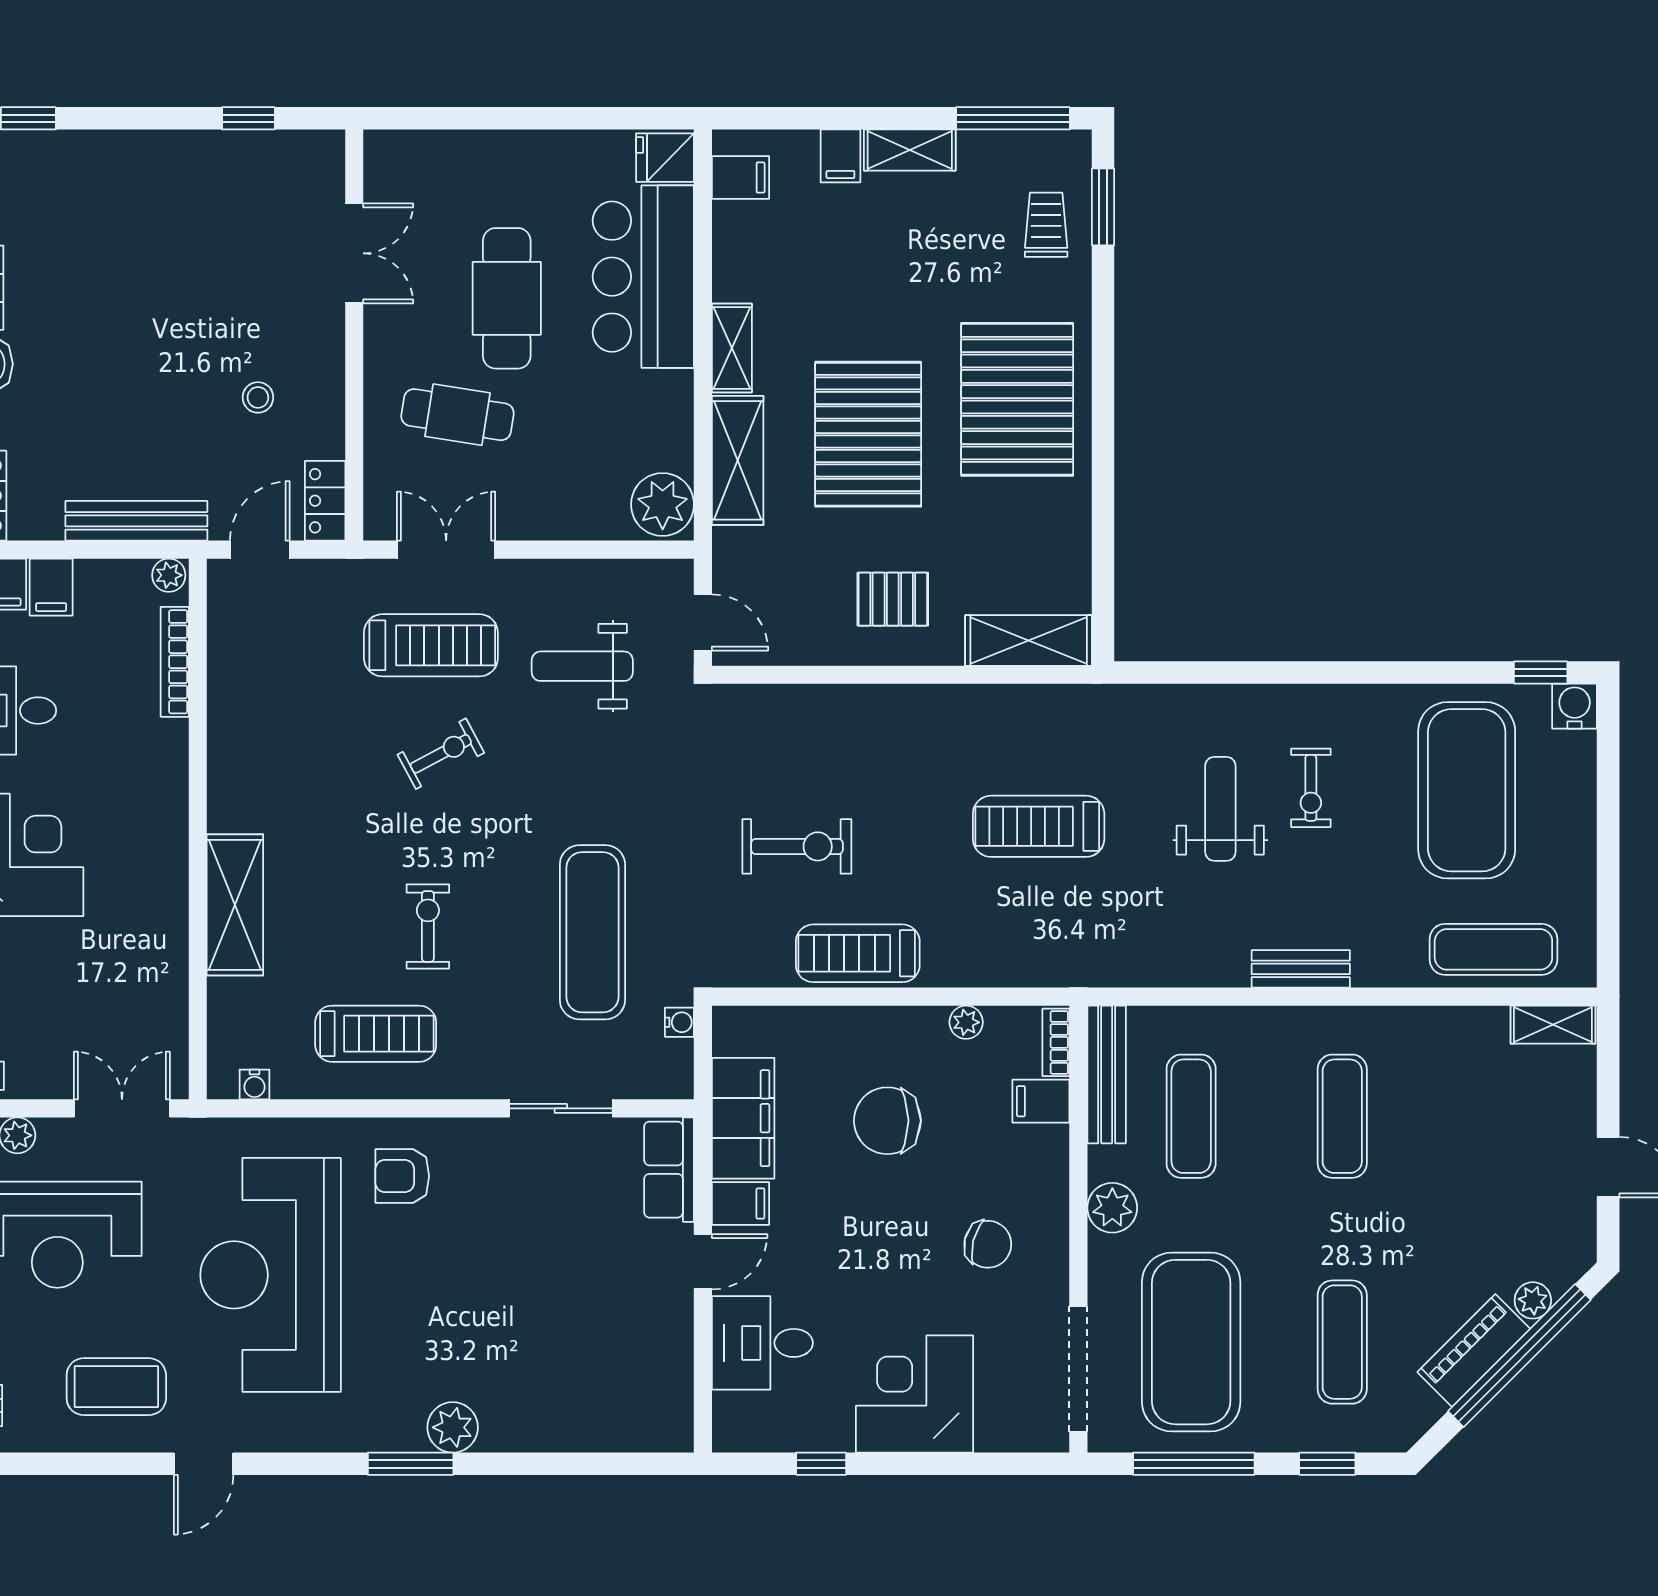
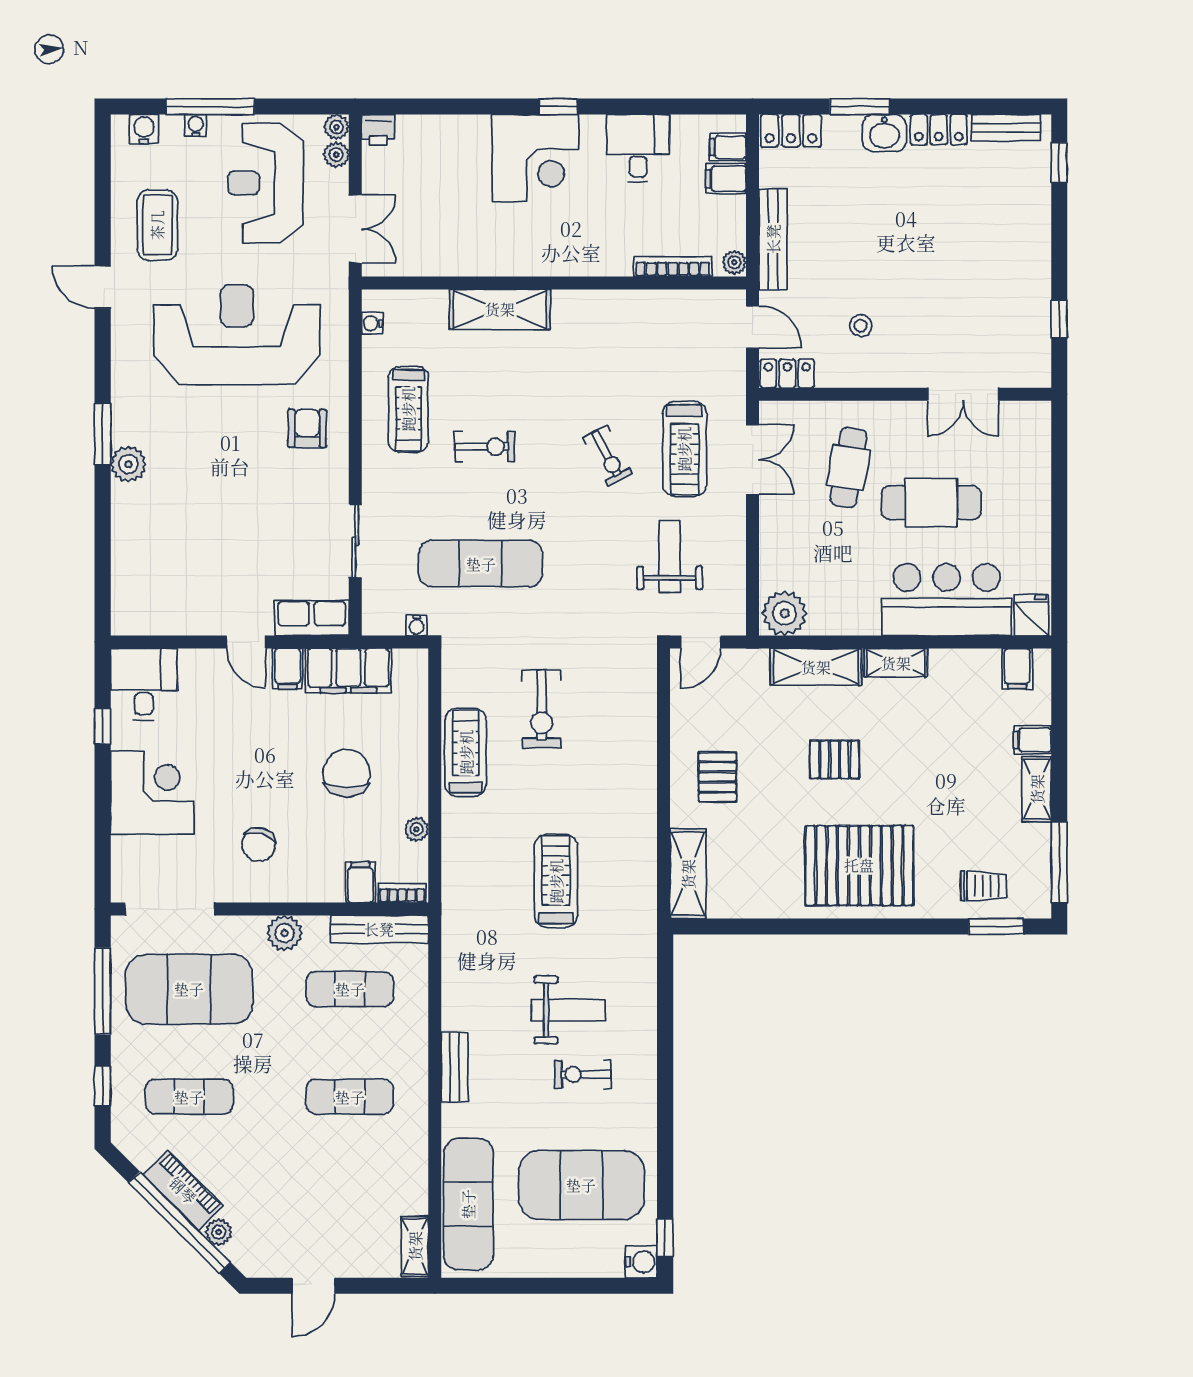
pallet: (868, 434) -> (835, 760), width x0.49, depth x0.50
exercise mat: (1493, 949) -> (468, 1204), width x1.36, depth x1.45
desk: (762, 1343) -> (144, 684), moved

